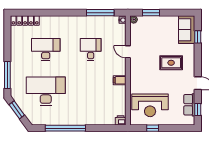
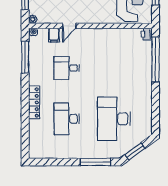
locker: (25, 21) -> (34, 102), moved
filing cabinet: (120, 80) -> (54, 35), moved
window: (65, 128) -> (155, 59), moved

